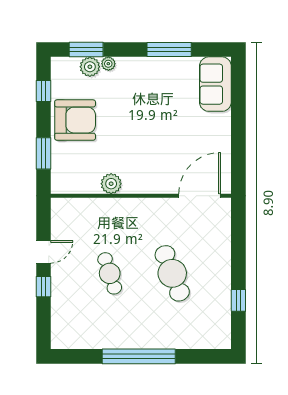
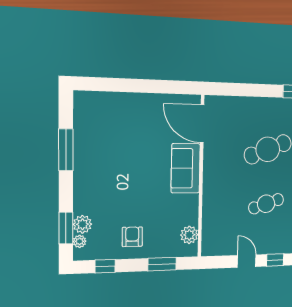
plant: (108, 64) -> (80, 241), moved
sofa: (215, 84) -> (186, 168), moved, turned 90
armchair: (75, 120) -> (132, 237), width x0.53, depth x0.53
plant: (111, 184) -> (189, 235), moved

